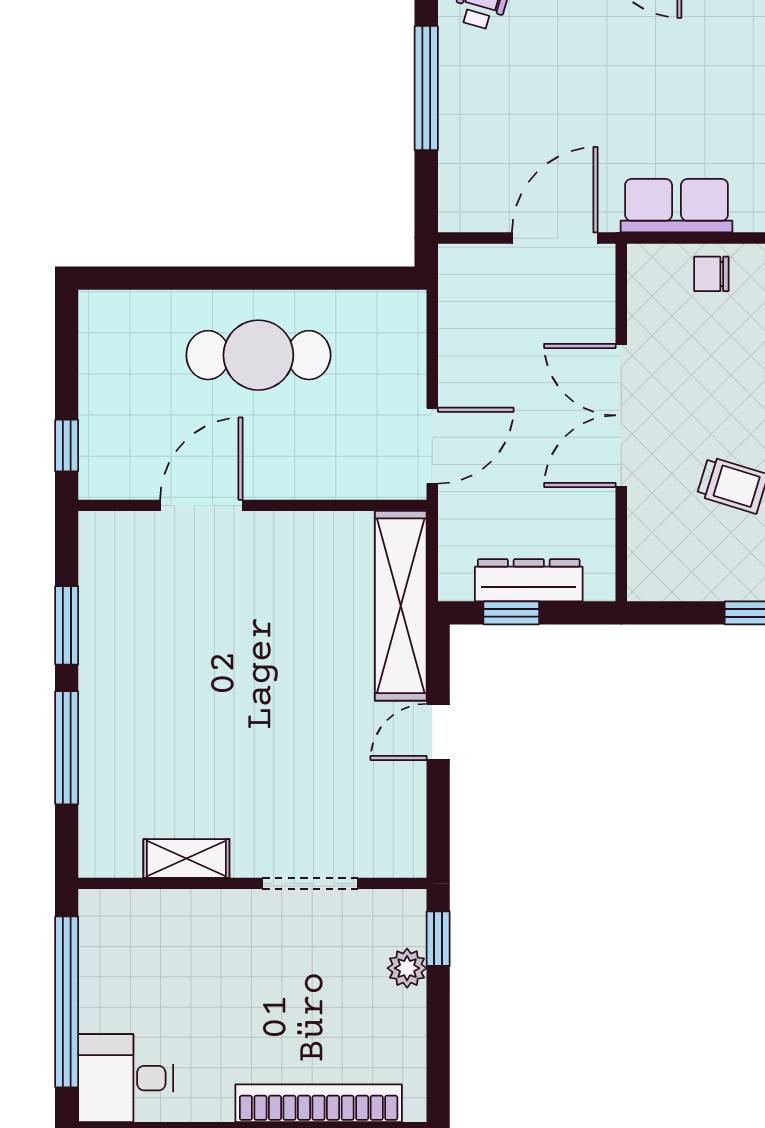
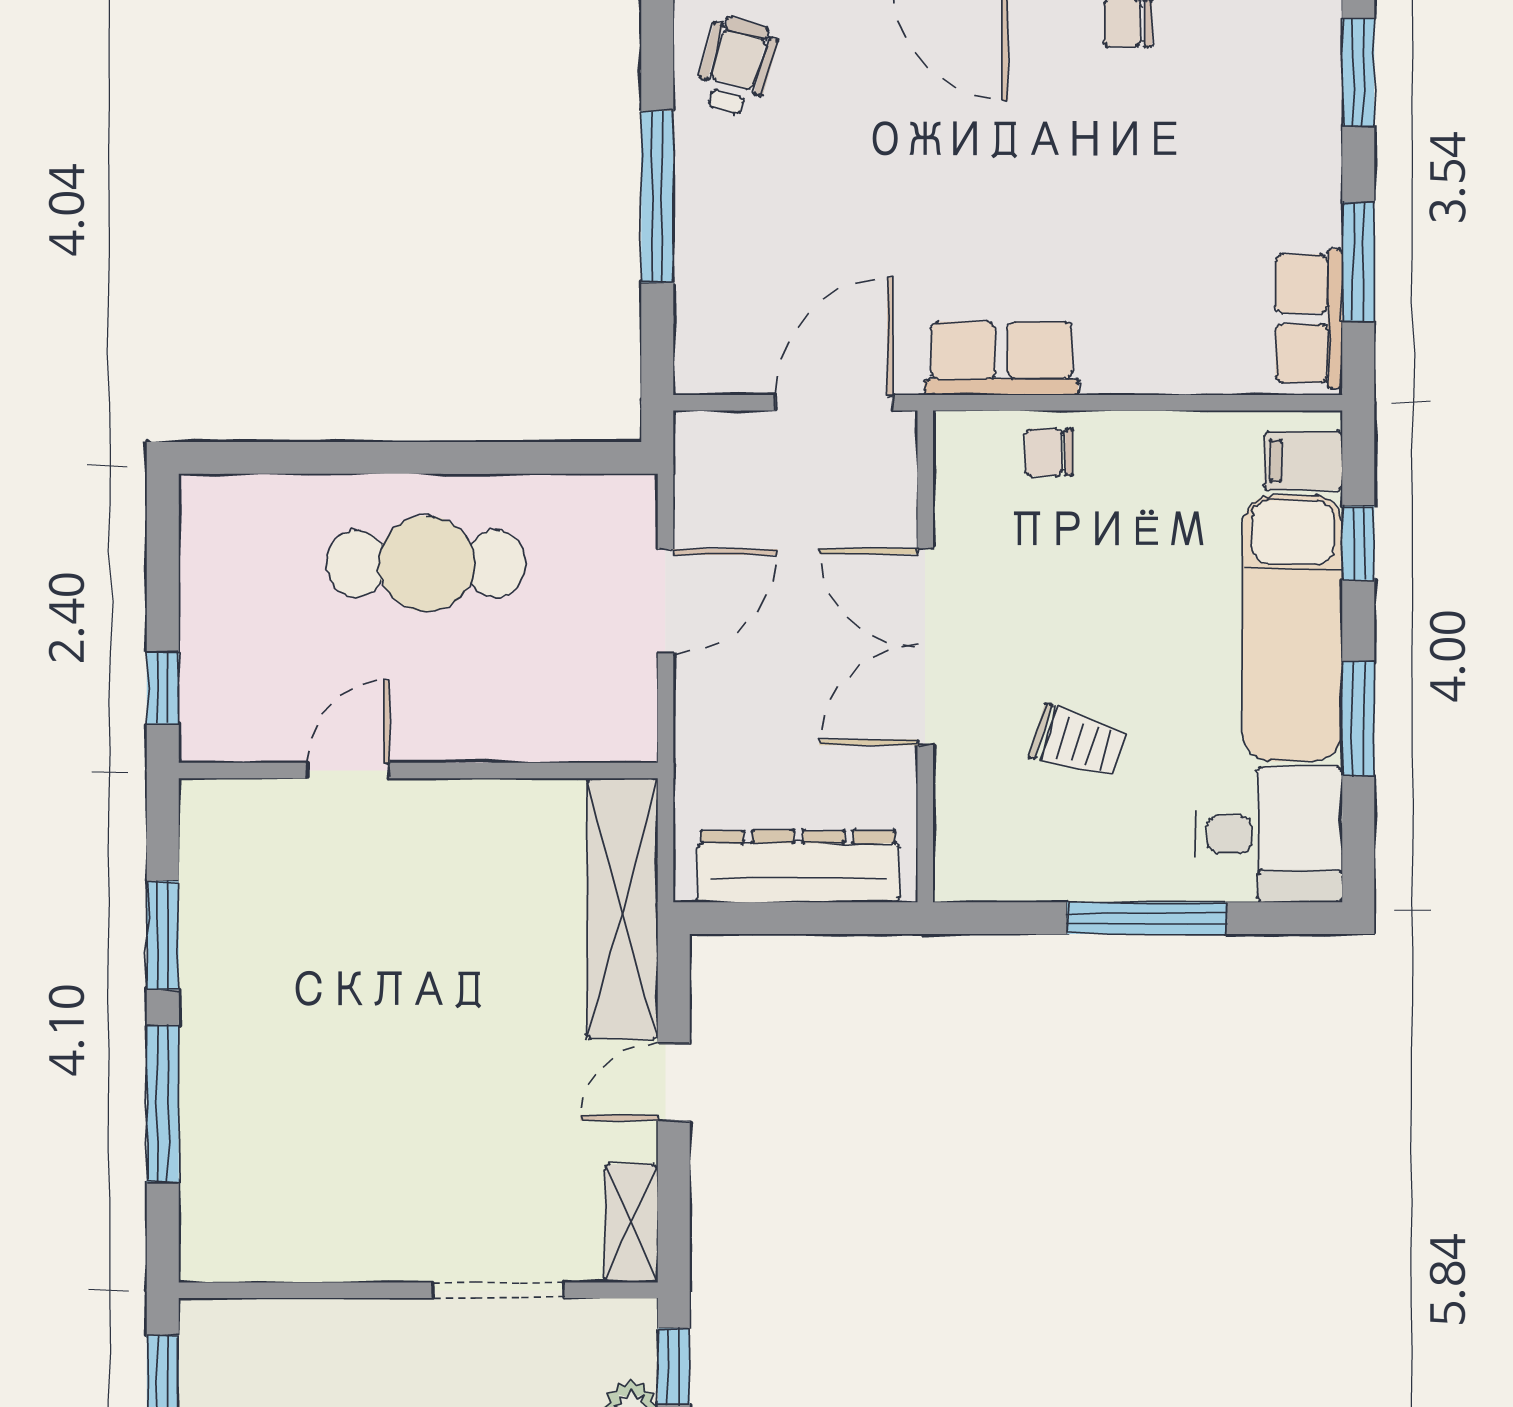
door: (432, 446) -> (665, 601), moved
door: (201, 505) -> (348, 770), width x0.73
dresser: (529, 580) -> (798, 866), width x1.37, depth x1.24
window: (511, 613) -> (774, 918), removed
shelving: (186, 858) -> (631, 1223), moved, turned 90

